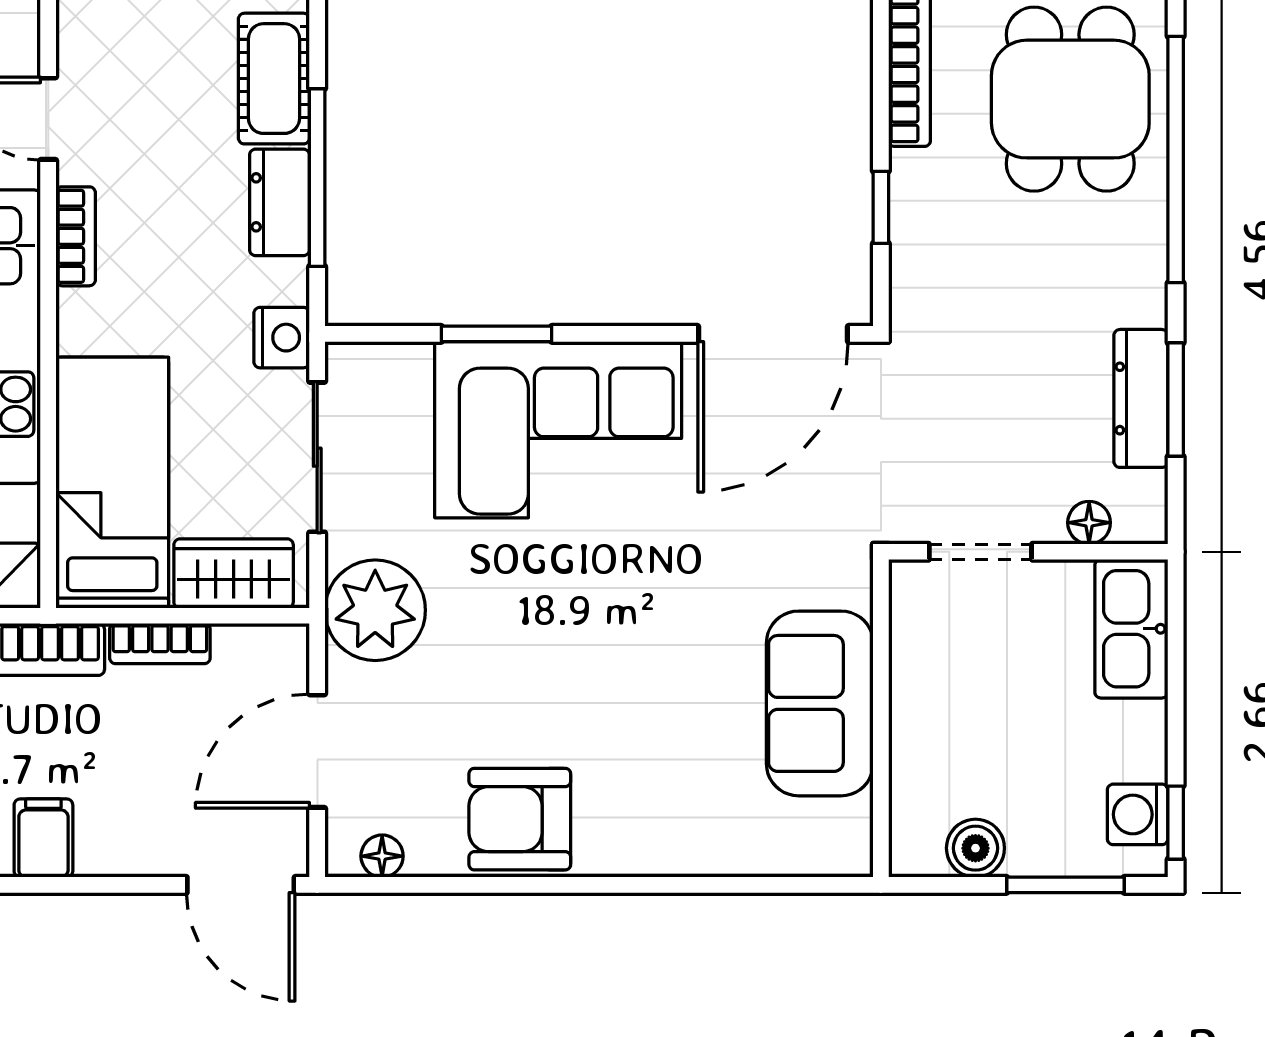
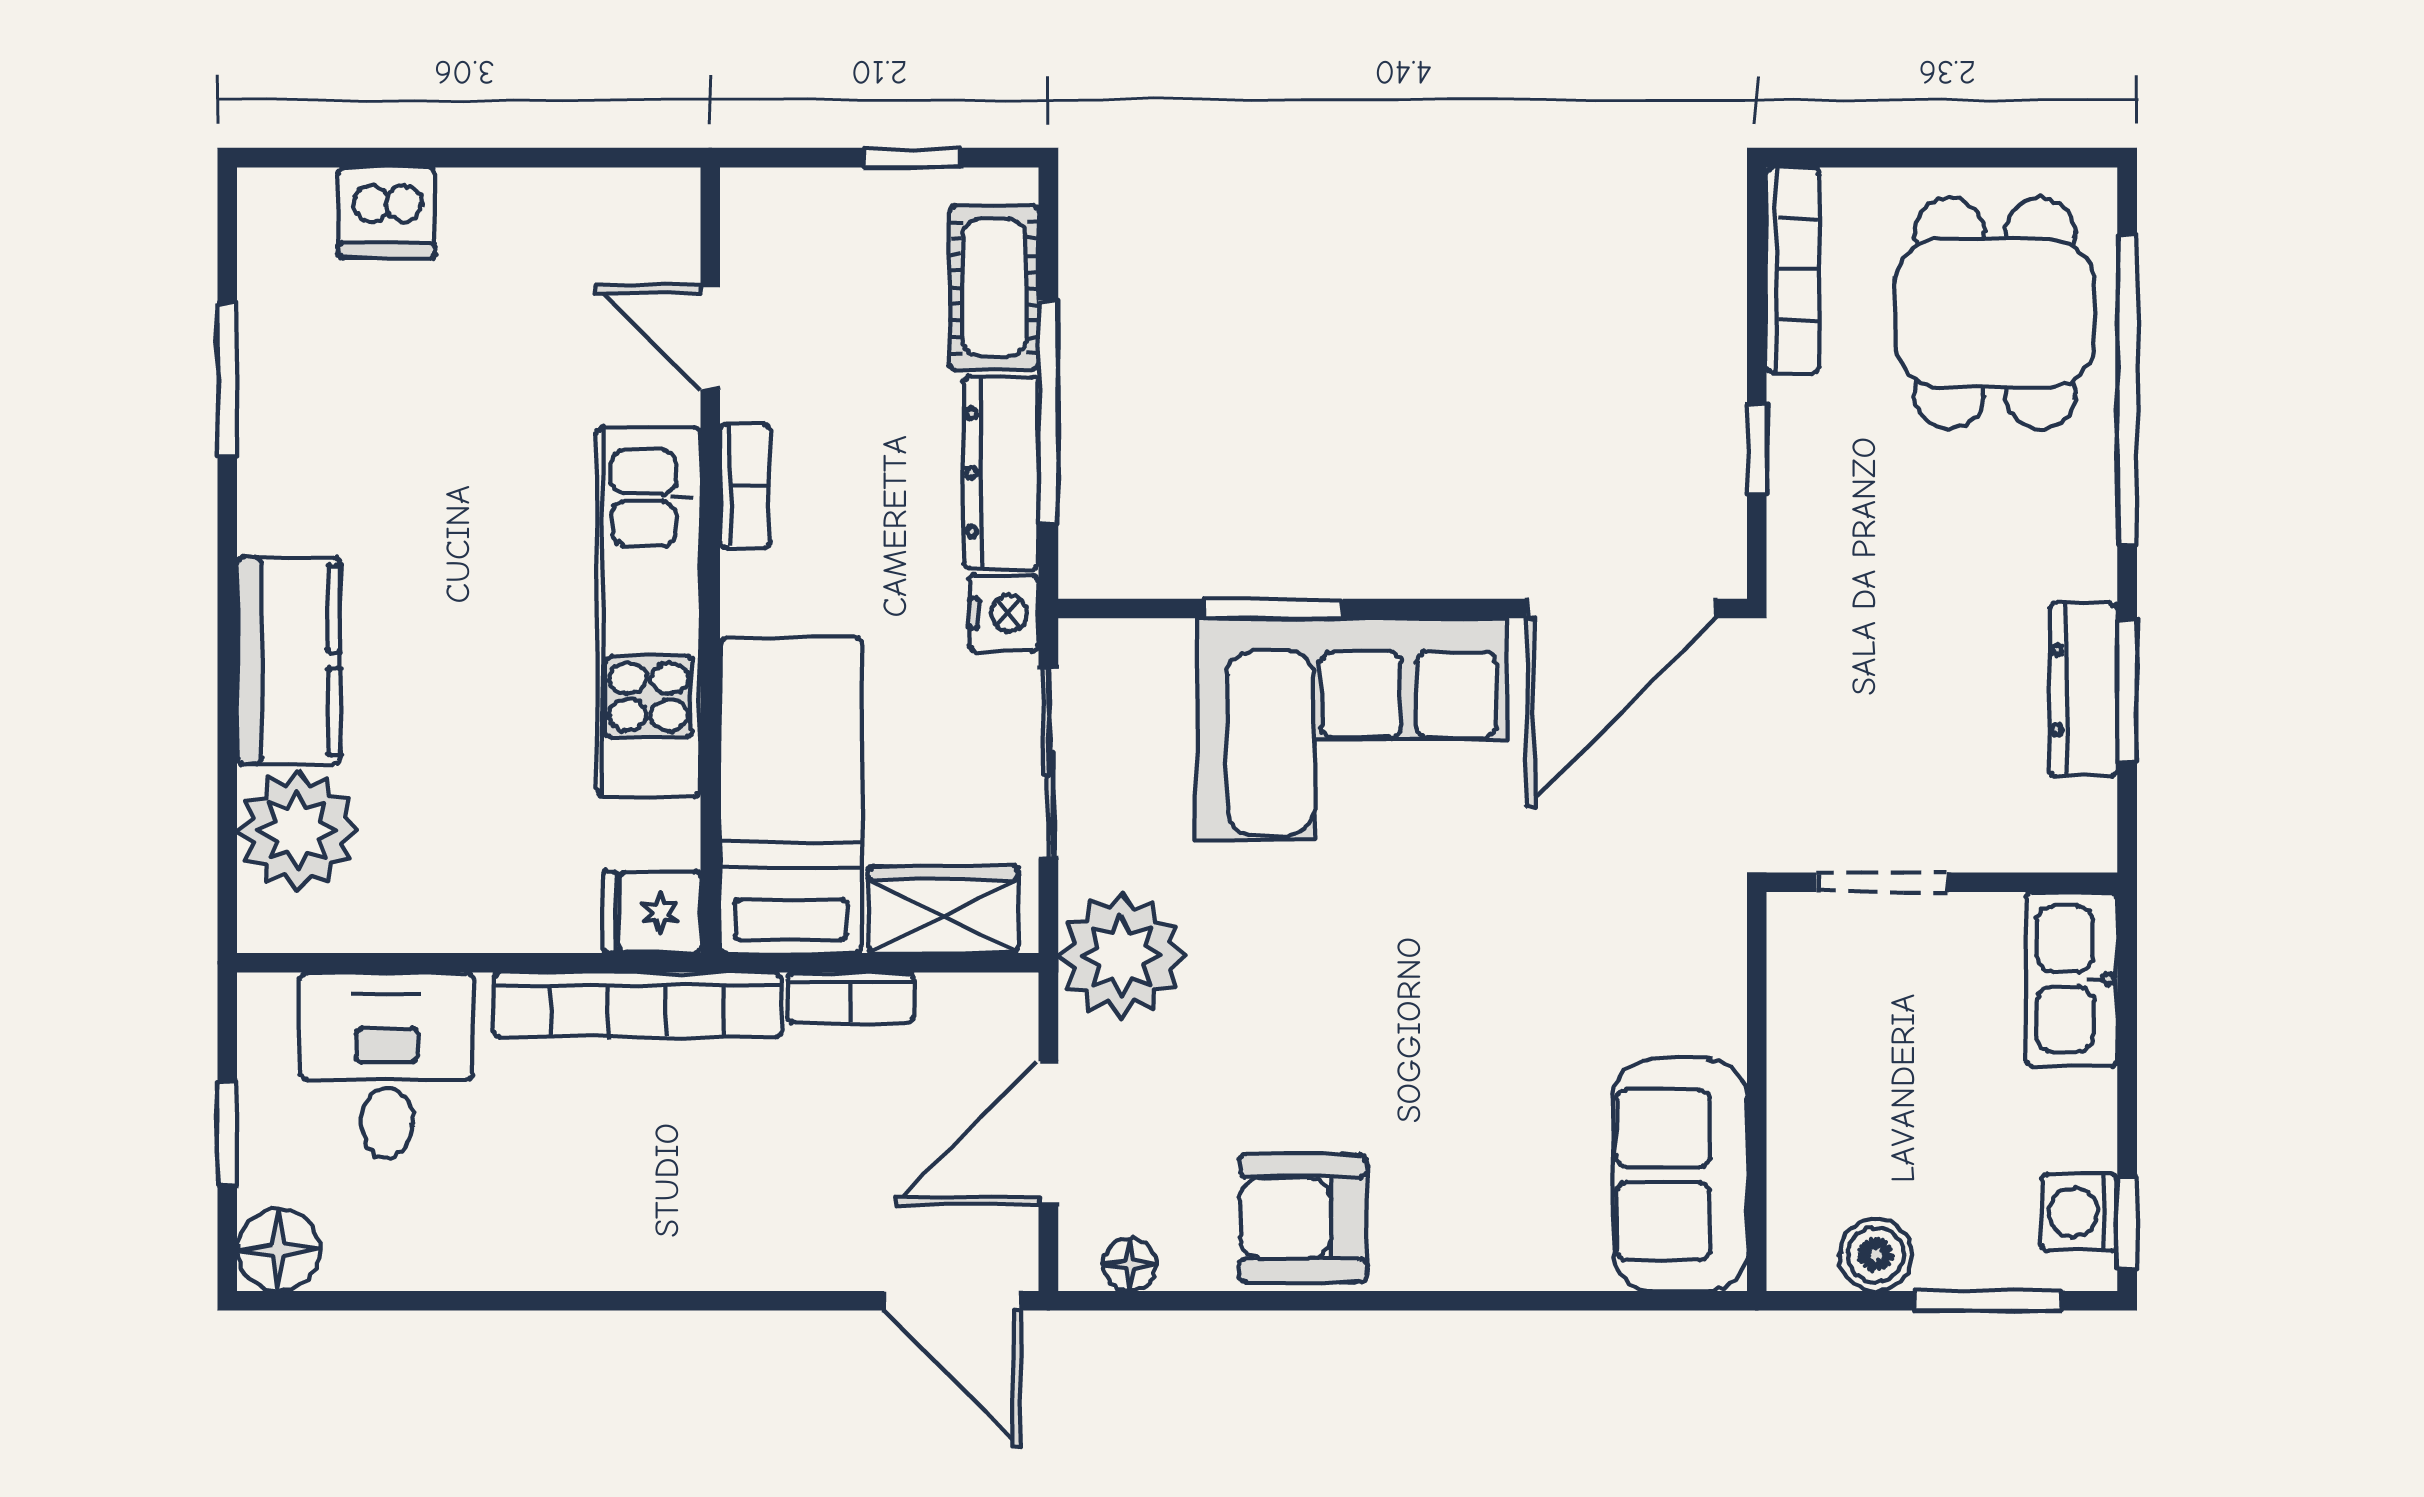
dresser: (280, 202) -> (1001, 472), width x1.44
floor lamp: (1089, 523) -> (2018, 846), removed
sofa: (820, 703) -> (1680, 1175), moved
filing cabinet: (43, 838) -> (704, 1242), removed

